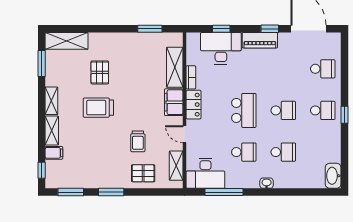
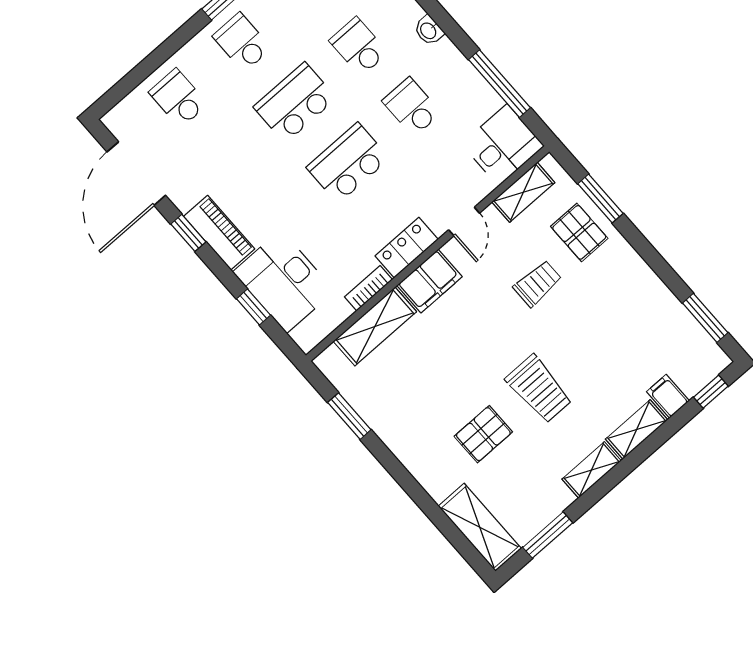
school desk: (283, 110) -> (295, 103), width x1.85
desk: (205, 173) -> (503, 145), width x0.73
window: (111, 192) -> (600, 199), moved

